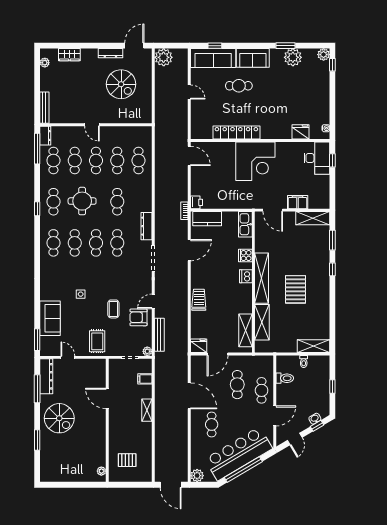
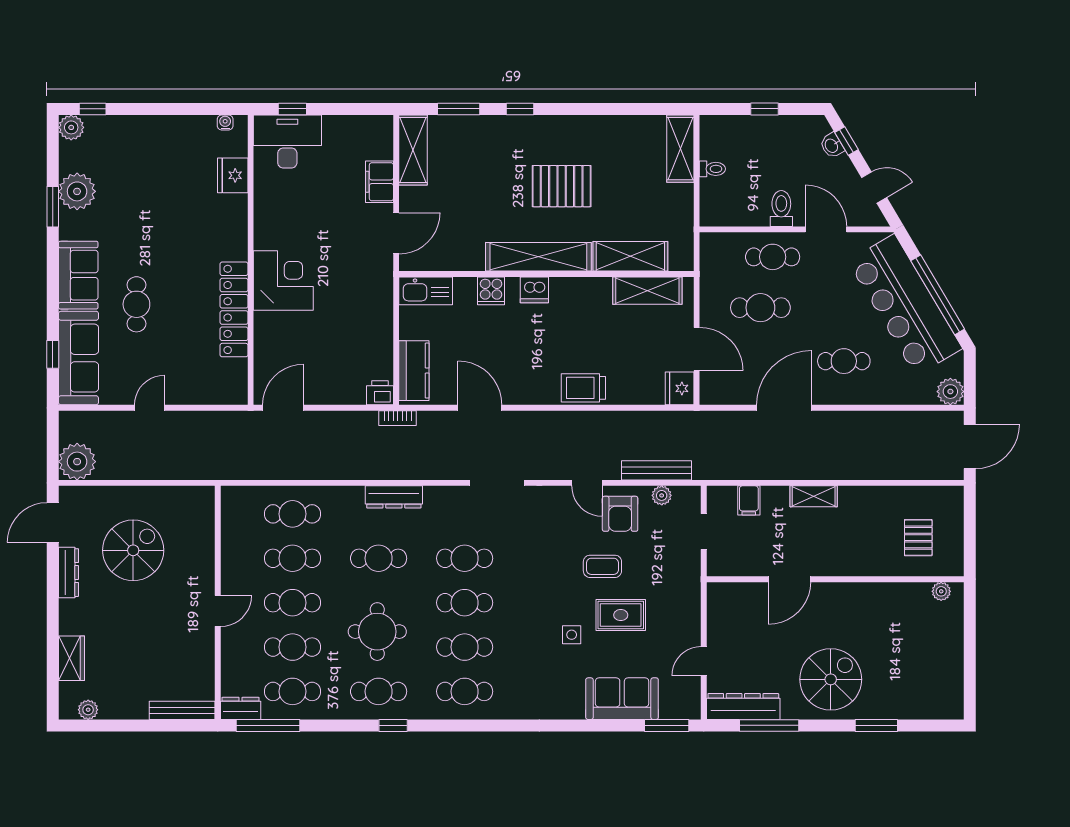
door: (134, 46) -> (53, 523), hinge flipped
corner desk: (255, 161) -> (283, 280), width x0.74, depth x0.74
dresser: (147, 226) -> (394, 497), moved
rug: (97, 341) -> (621, 615), moved
plant: (147, 351) -> (662, 495), moved
toilet: (285, 378) -> (781, 208), moved

